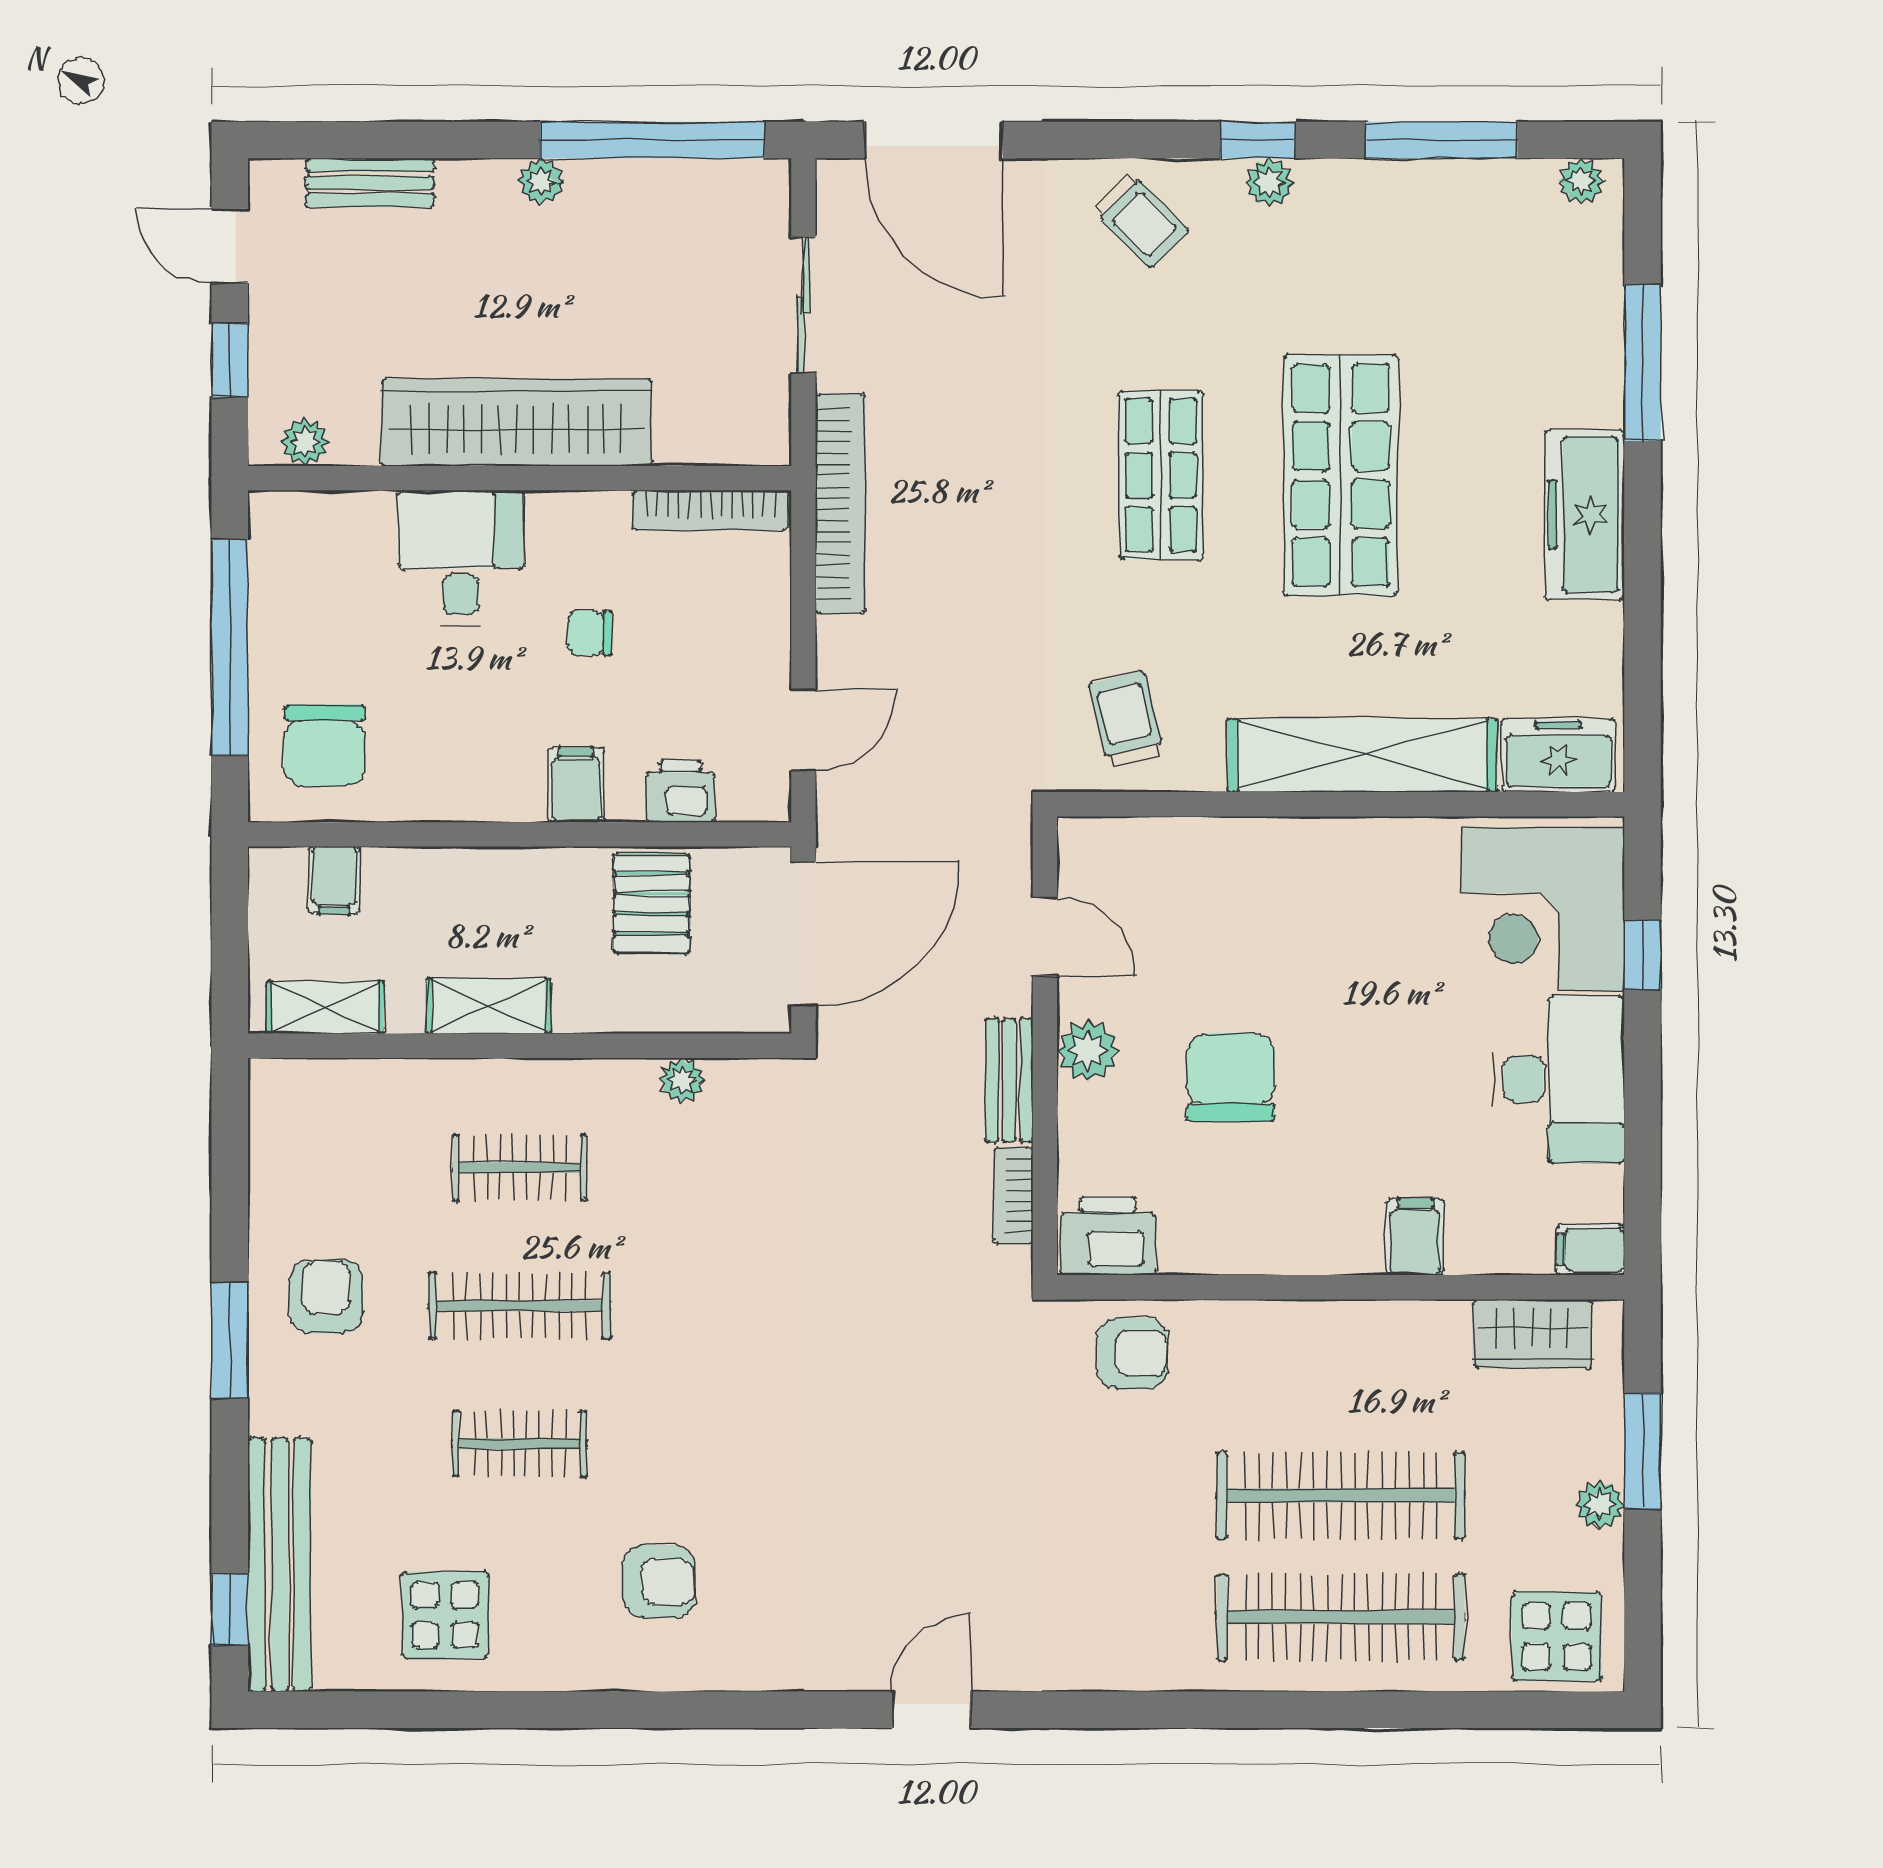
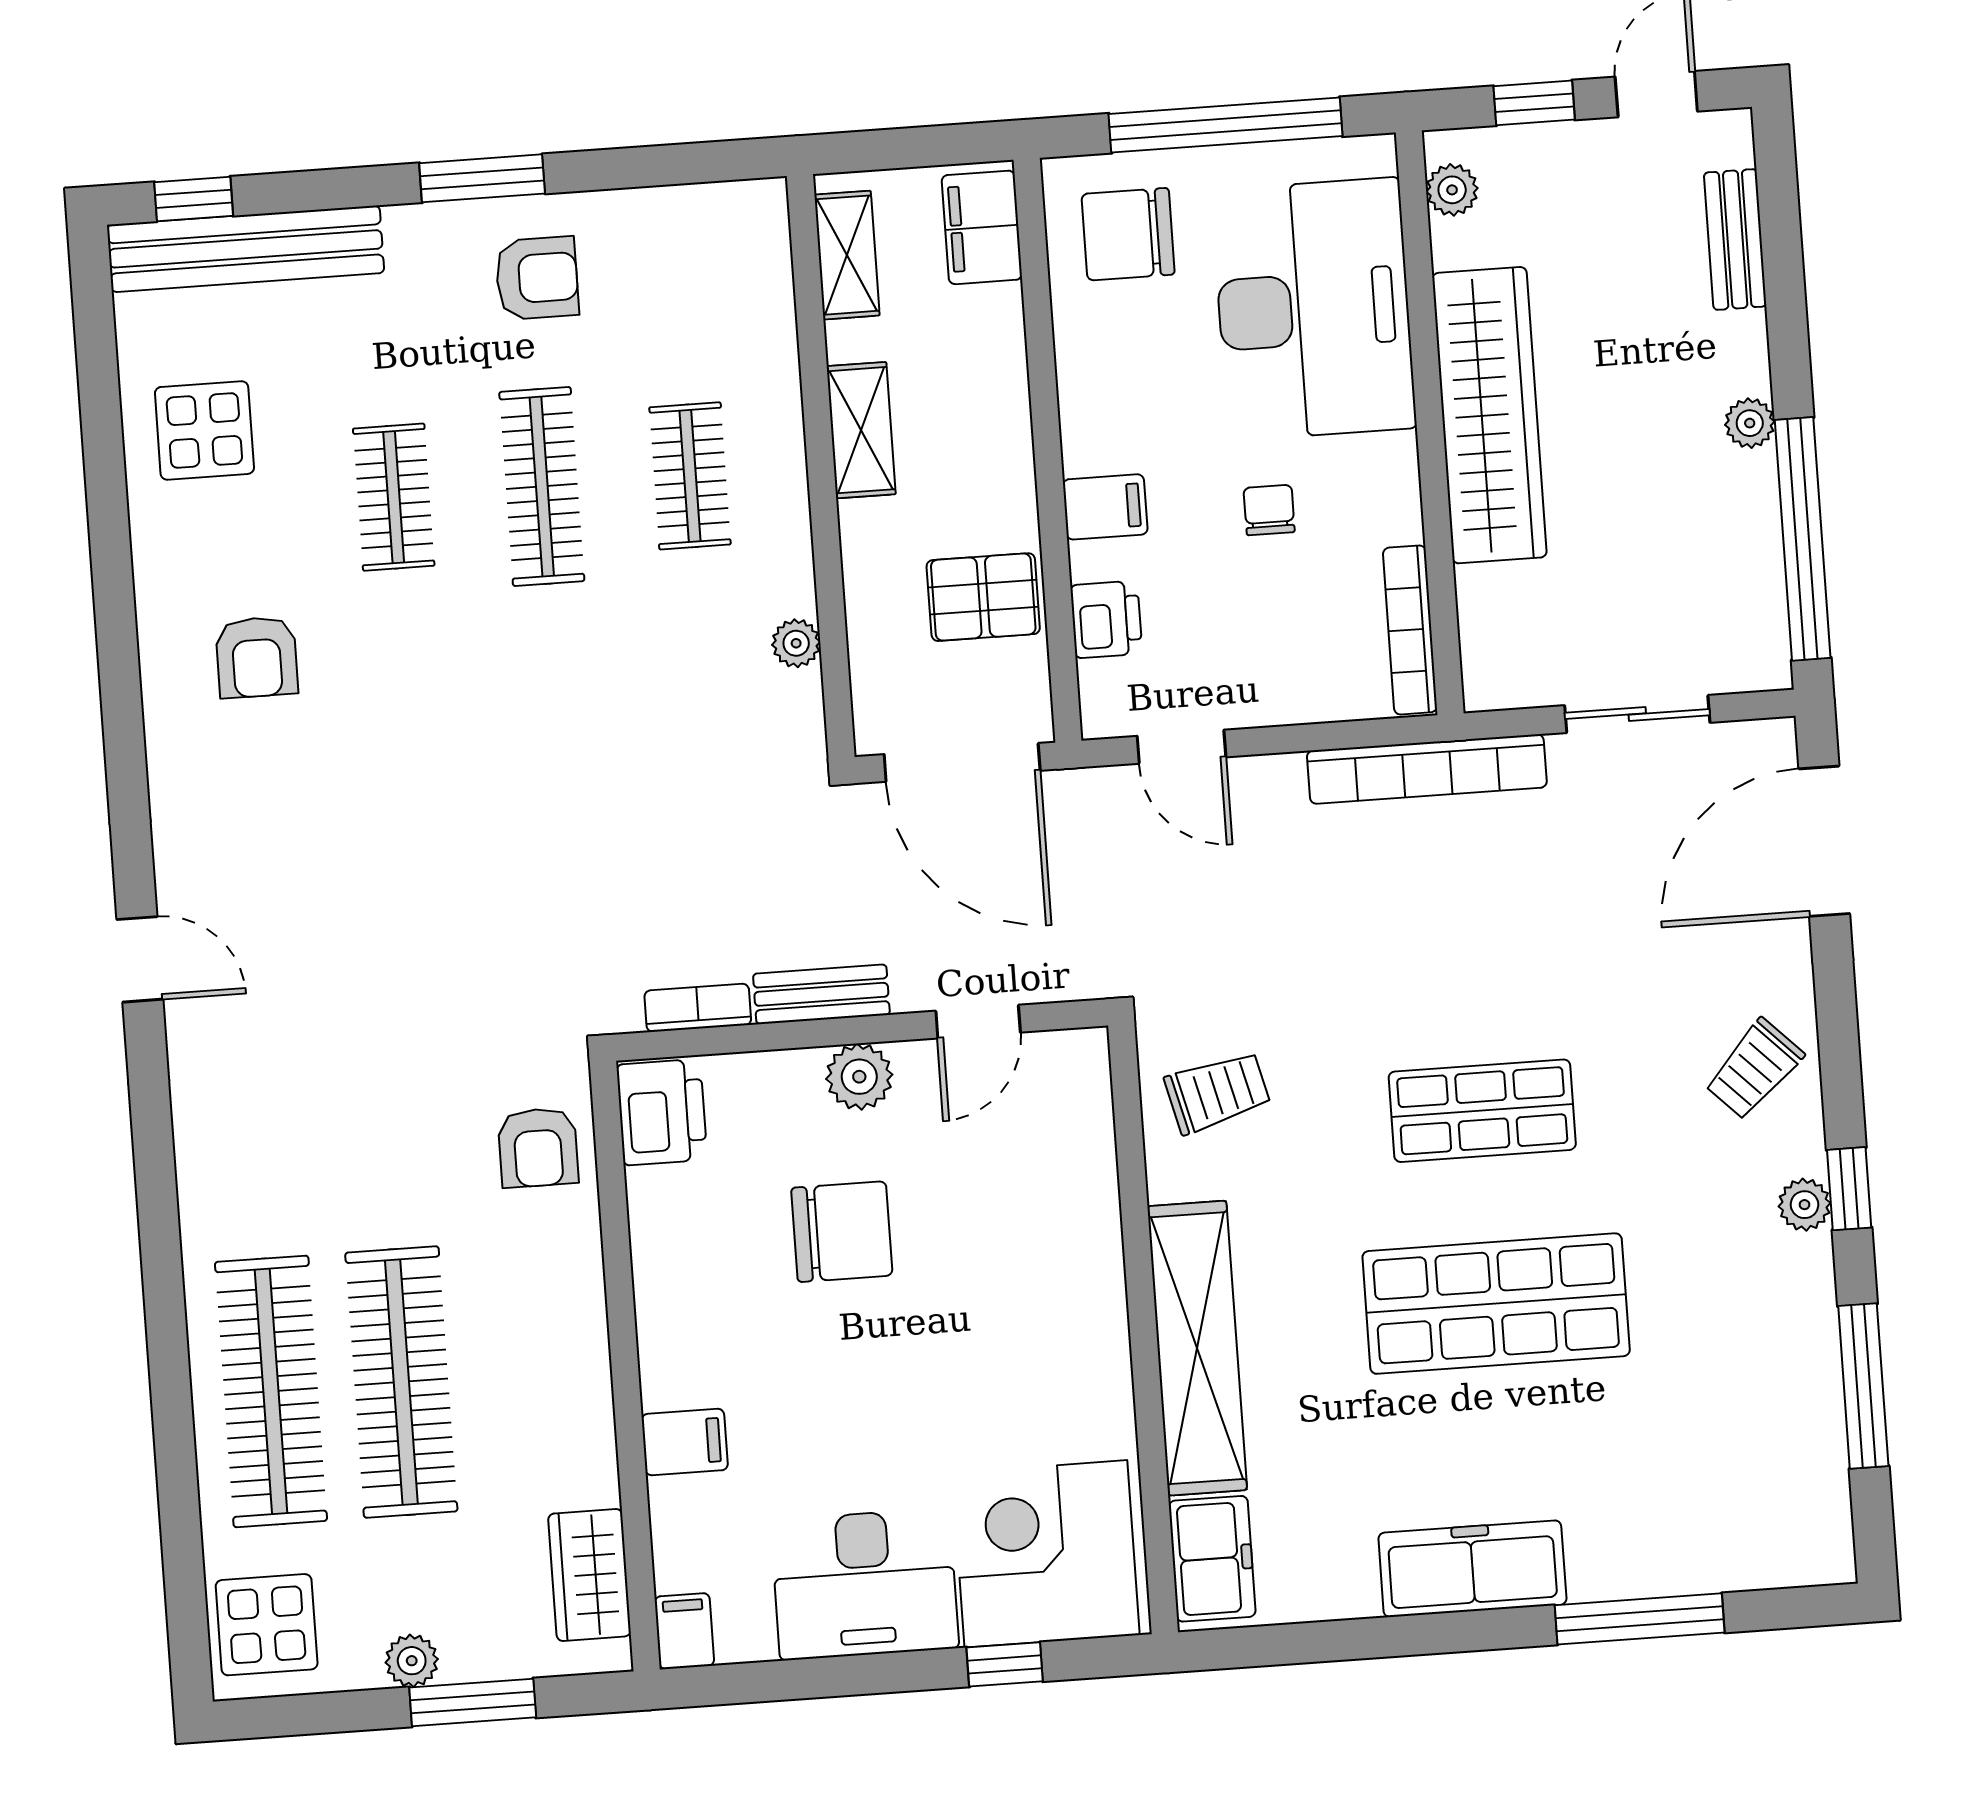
plant: (1581, 181) -> (1830, 1539), removed
desk: (461, 558) -> (1314, 309), width x1.87, depth x1.30
filing cabinet: (334, 880) -> (982, 227), width x2.00

